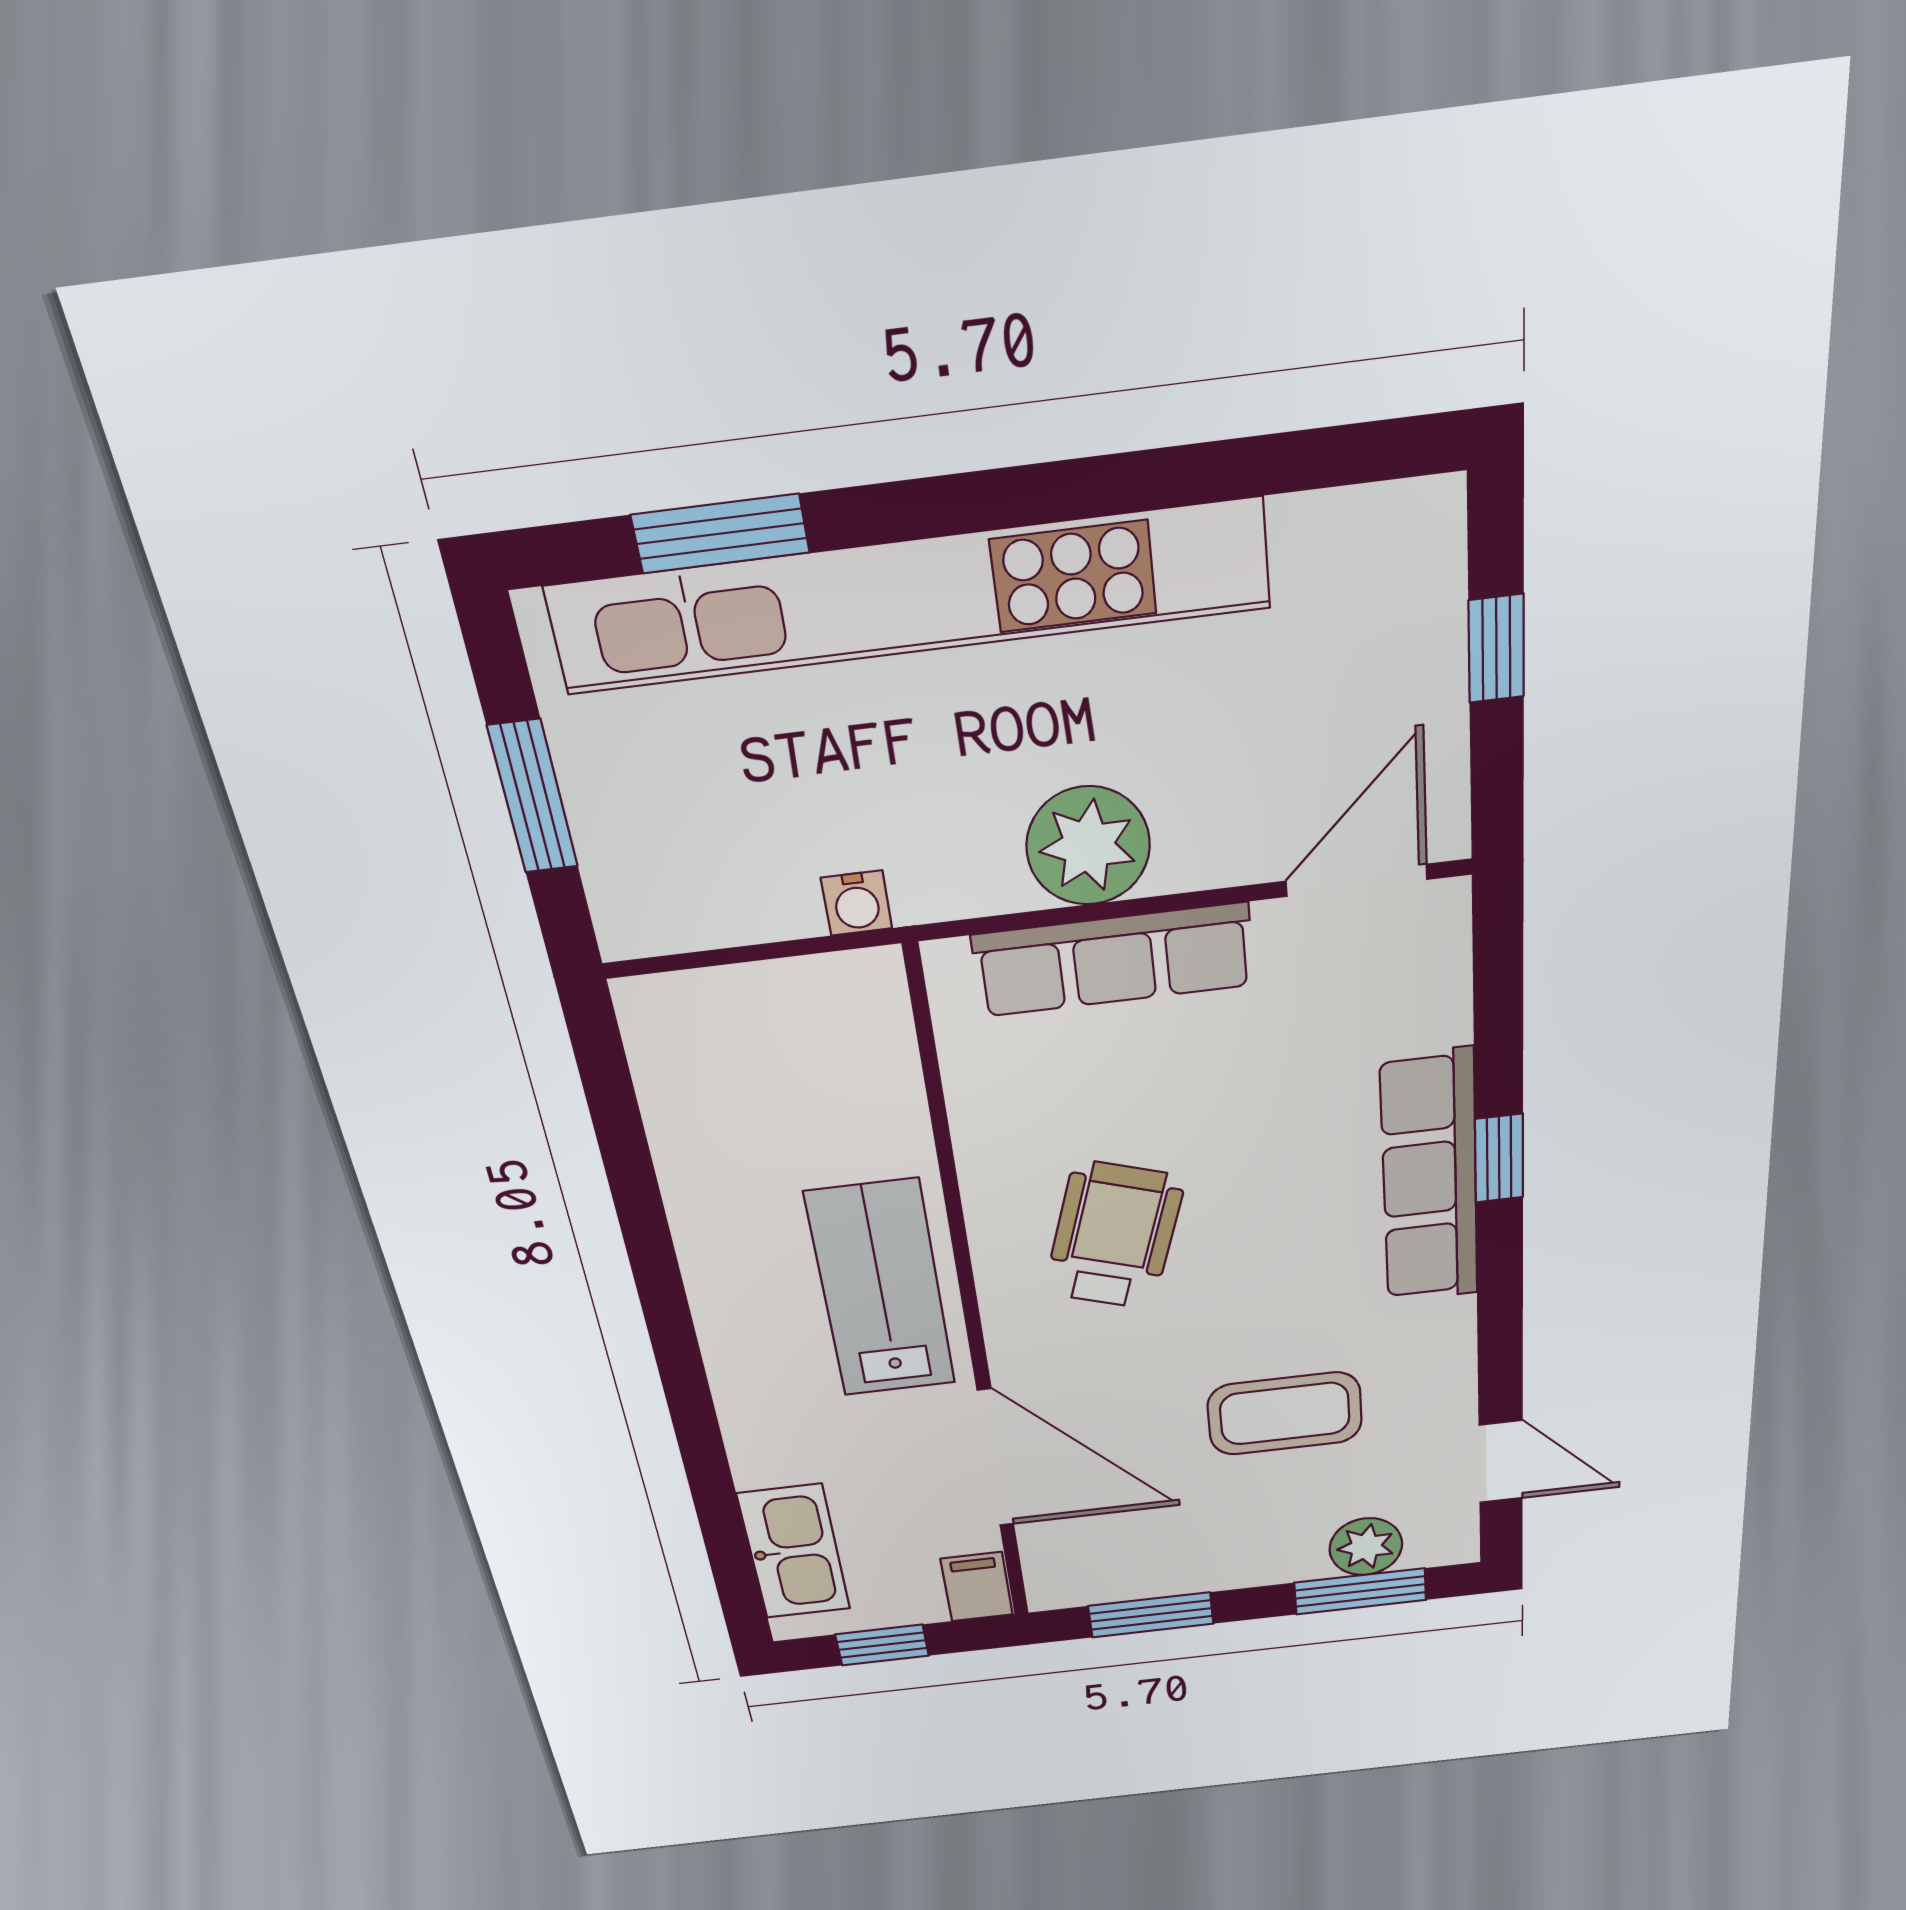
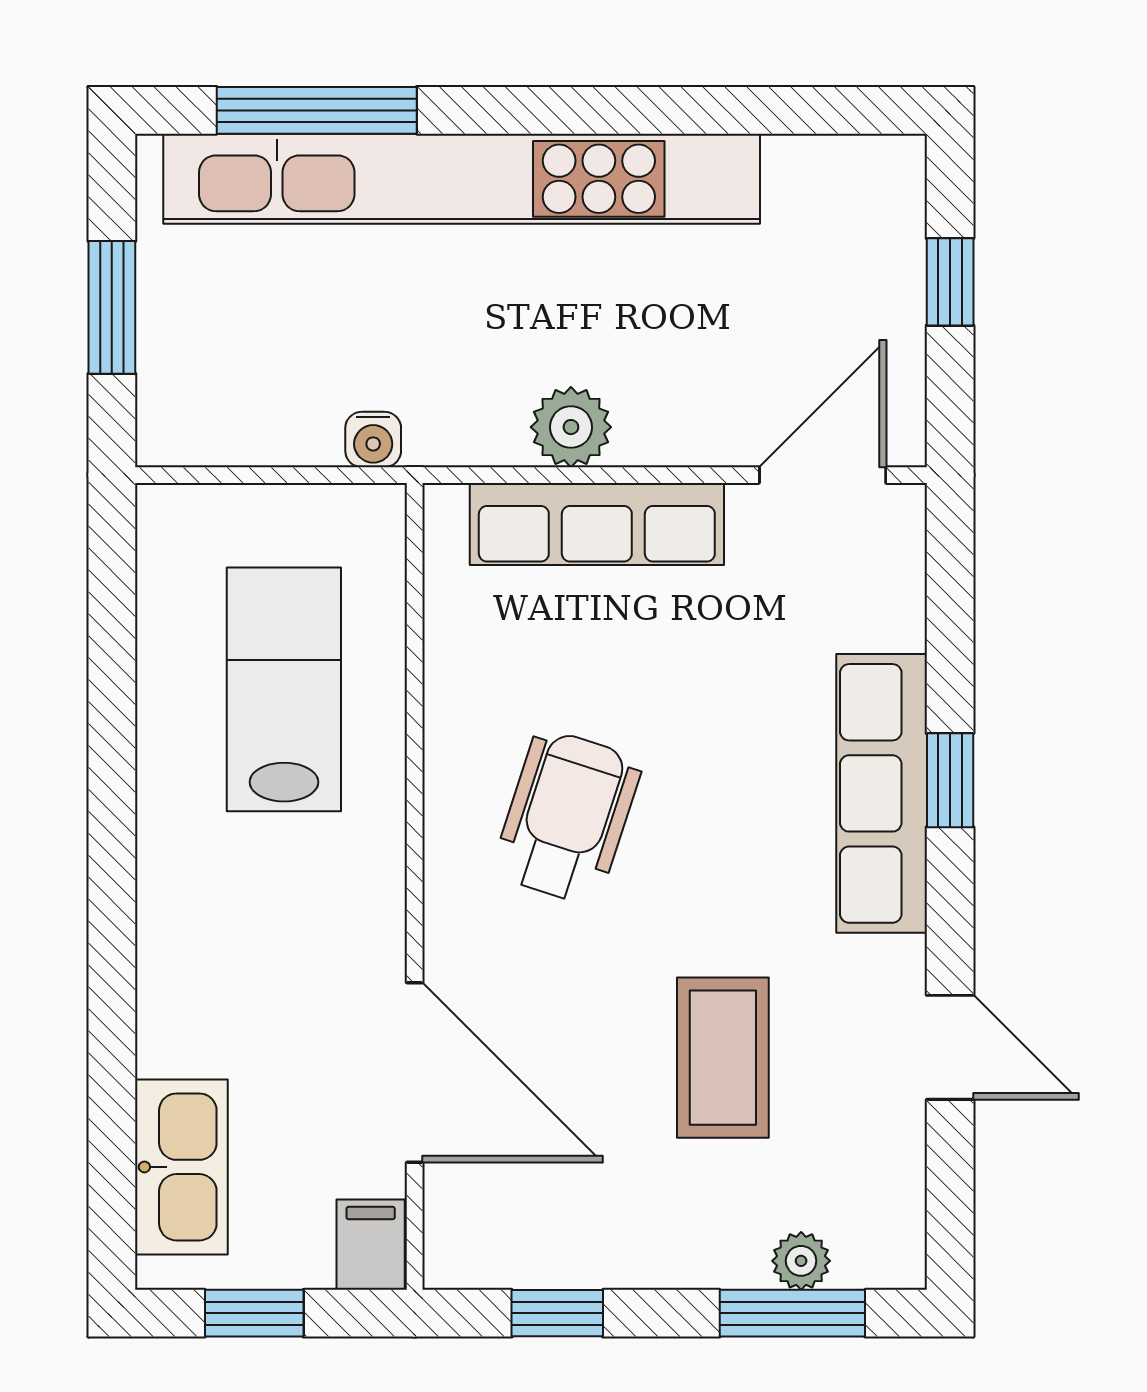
window: (720, 534) -> (317, 110), width x1.44
plant: (1088, 846) -> (571, 427), width x0.73, depth x0.73
lab bench: (881, 1289) -> (284, 689), moved
coffee table: (1285, 1414) -> (723, 1058), turned 90
door: (1501, 1462) -> (950, 1047), moved
plant: (1366, 1547) -> (801, 1261), width x0.73, depth x0.73
window: (1151, 1615) -> (557, 1313), width x0.67

